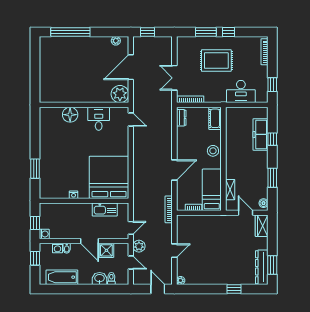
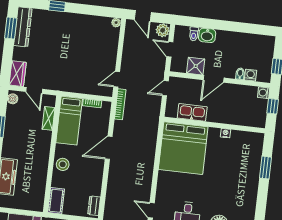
door: (89, 241) -> (214, 79), swing flipped
plant: (139, 246) -> (163, 30), moved
door: (174, 251) -> (117, 79), moved
bathtub: (62, 277) -> (249, 42), removed

